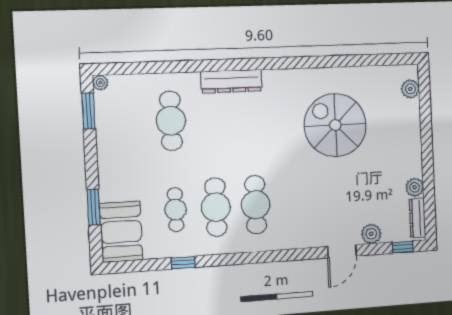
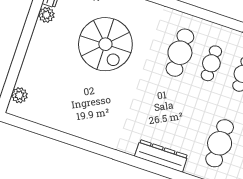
spiral stairs: (335, 125) -> (105, 44), moved
cafe table: (216, 207) -> (211, 63), width x0.73, depth x0.74

